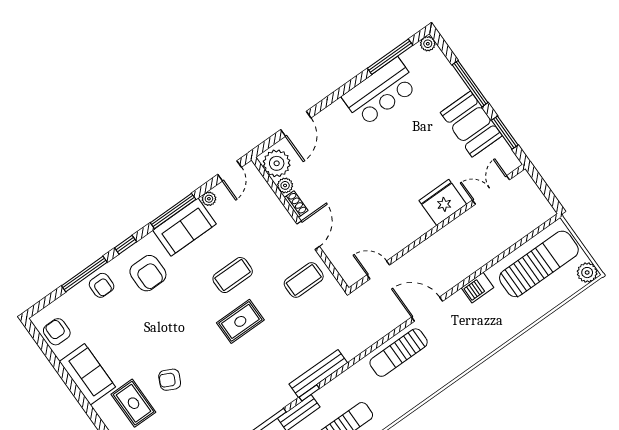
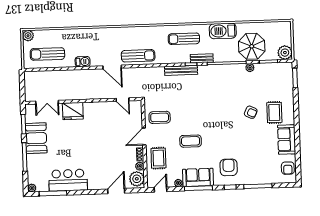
sun lounger: (539, 264) -> (47, 54), width x0.73, depth x0.75
armchair: (102, 285) -> (253, 176), removed
rug: (240, 321) -> (158, 158), moved, turned 90

